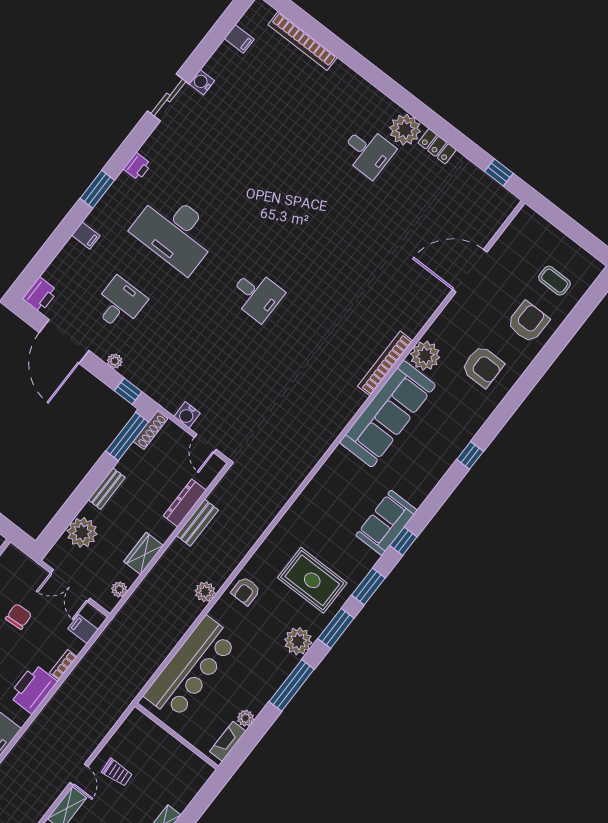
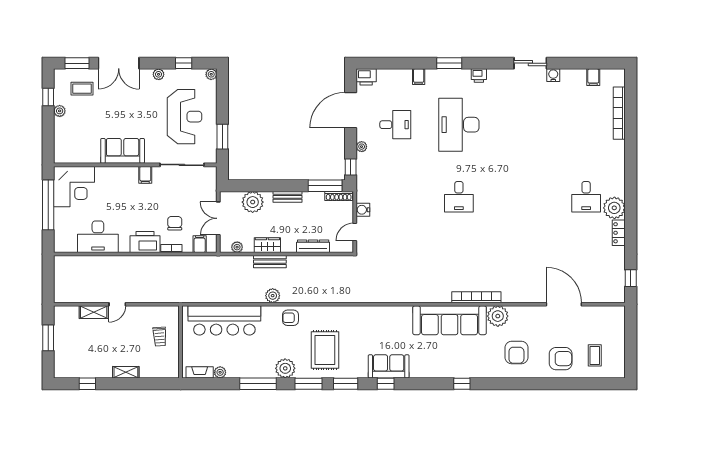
bench: (197, 523) -> (270, 262), moved
chair: (19, 617) -> (175, 223), moved, turned -87
trolley: (117, 772) -> (160, 337), moved

